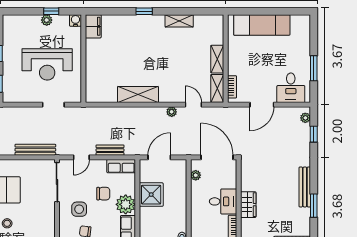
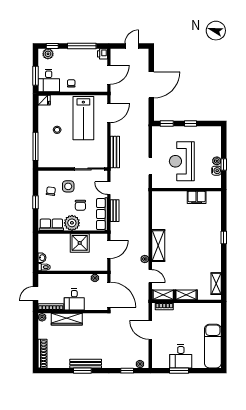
water cooler: (75, 20) -> (216, 171), moved
shelving: (179, 21) -> (216, 284), moved
exam couch: (262, 25) -> (213, 346), moved
filing cabinet: (93, 26) -> (197, 197), moved
desk: (291, 88) -> (181, 356), moved, turned -90
shelving: (138, 95) -> (158, 246), moved
door: (193, 105) -> (150, 276), hinge flipped
door: (159, 157) -> (109, 249), hinge flipped
door: (217, 157) -> (109, 295), hinge flipped
row of seats: (121, 166) -> (102, 214), width x1.48
wardrobe: (248, 205) -> (67, 319), width x1.50
window: (314, 206) -> (82, 371), moved

